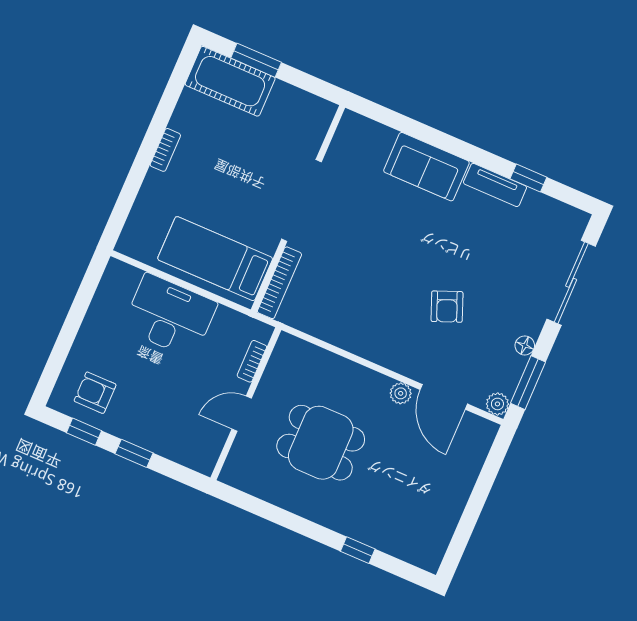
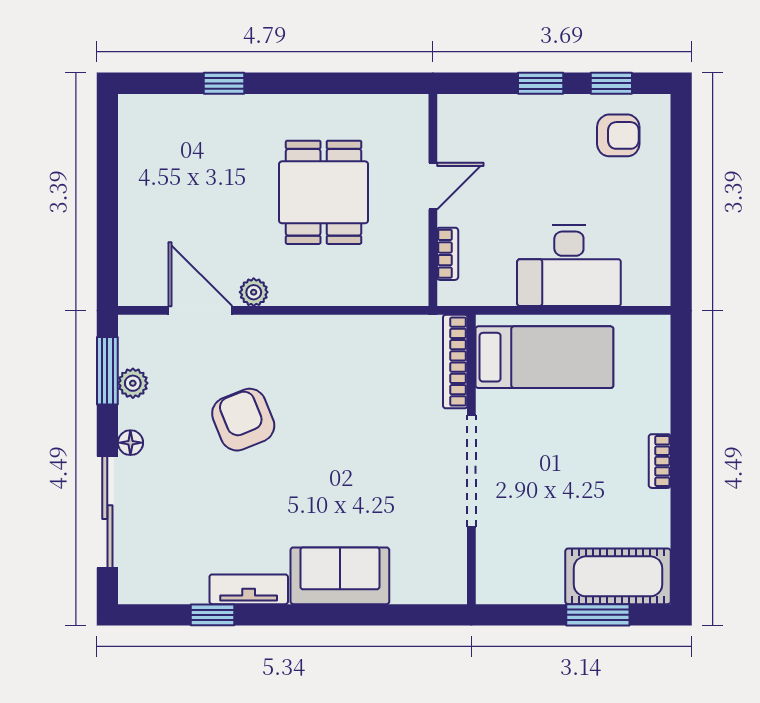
armchair: (447, 307) -> (243, 420), width x1.38, depth x1.38
floor lamp: (525, 345) -> (130, 443), moved
plant: (497, 404) -> (133, 383), moved
dining table: (321, 443) -> (324, 192), turned 90

